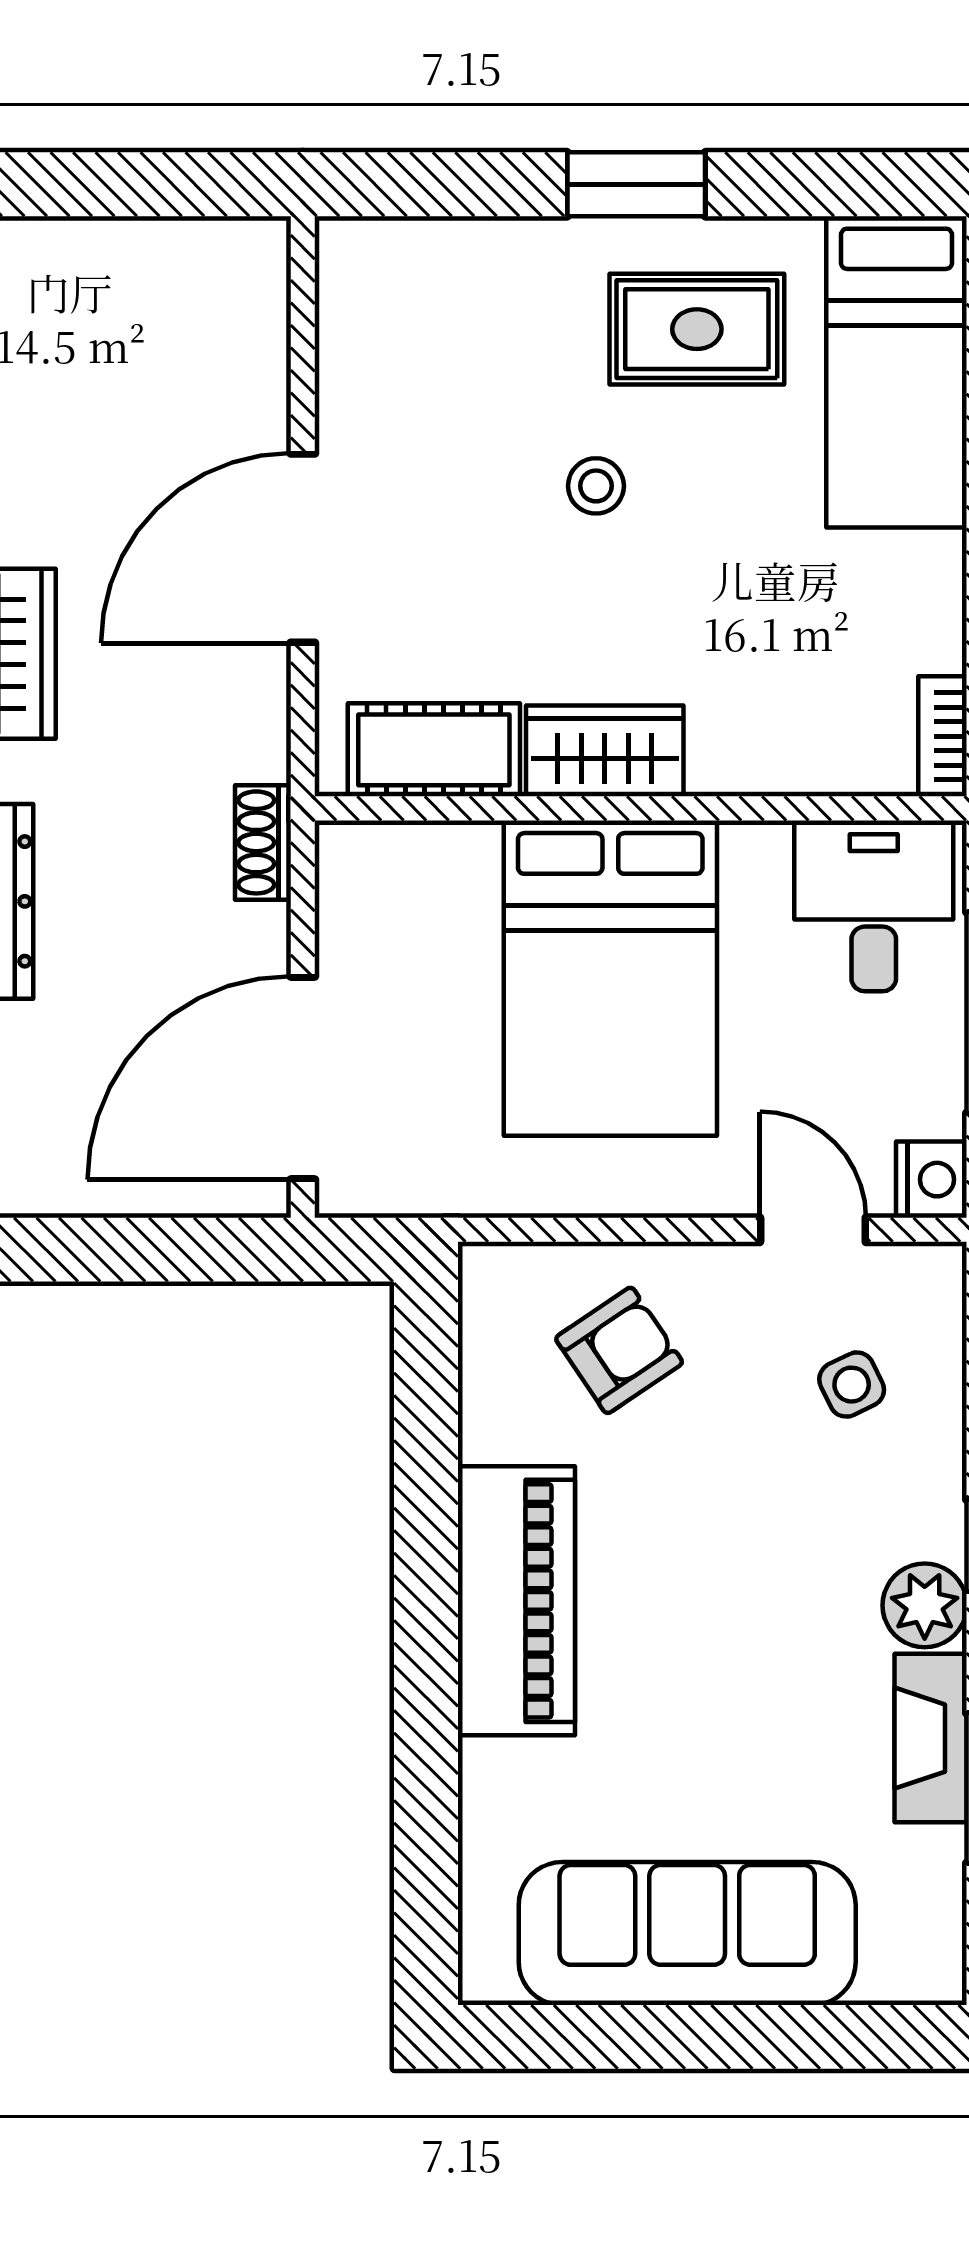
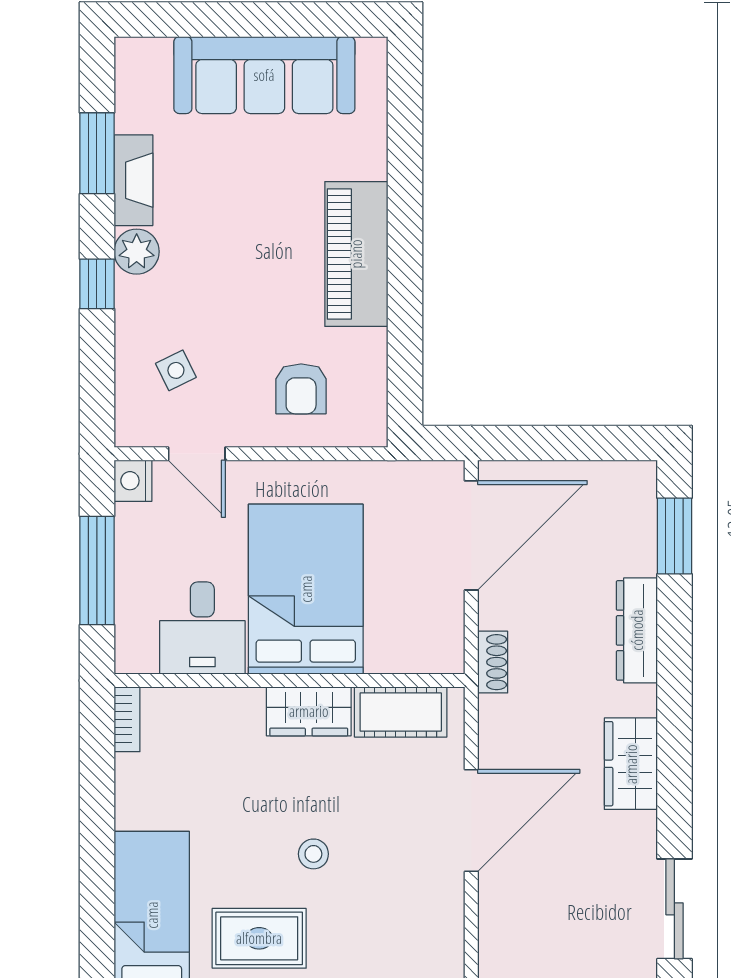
desk: (874, 906) -> (202, 628), moved
armchair: (619, 1350) -> (301, 389), turned -56

